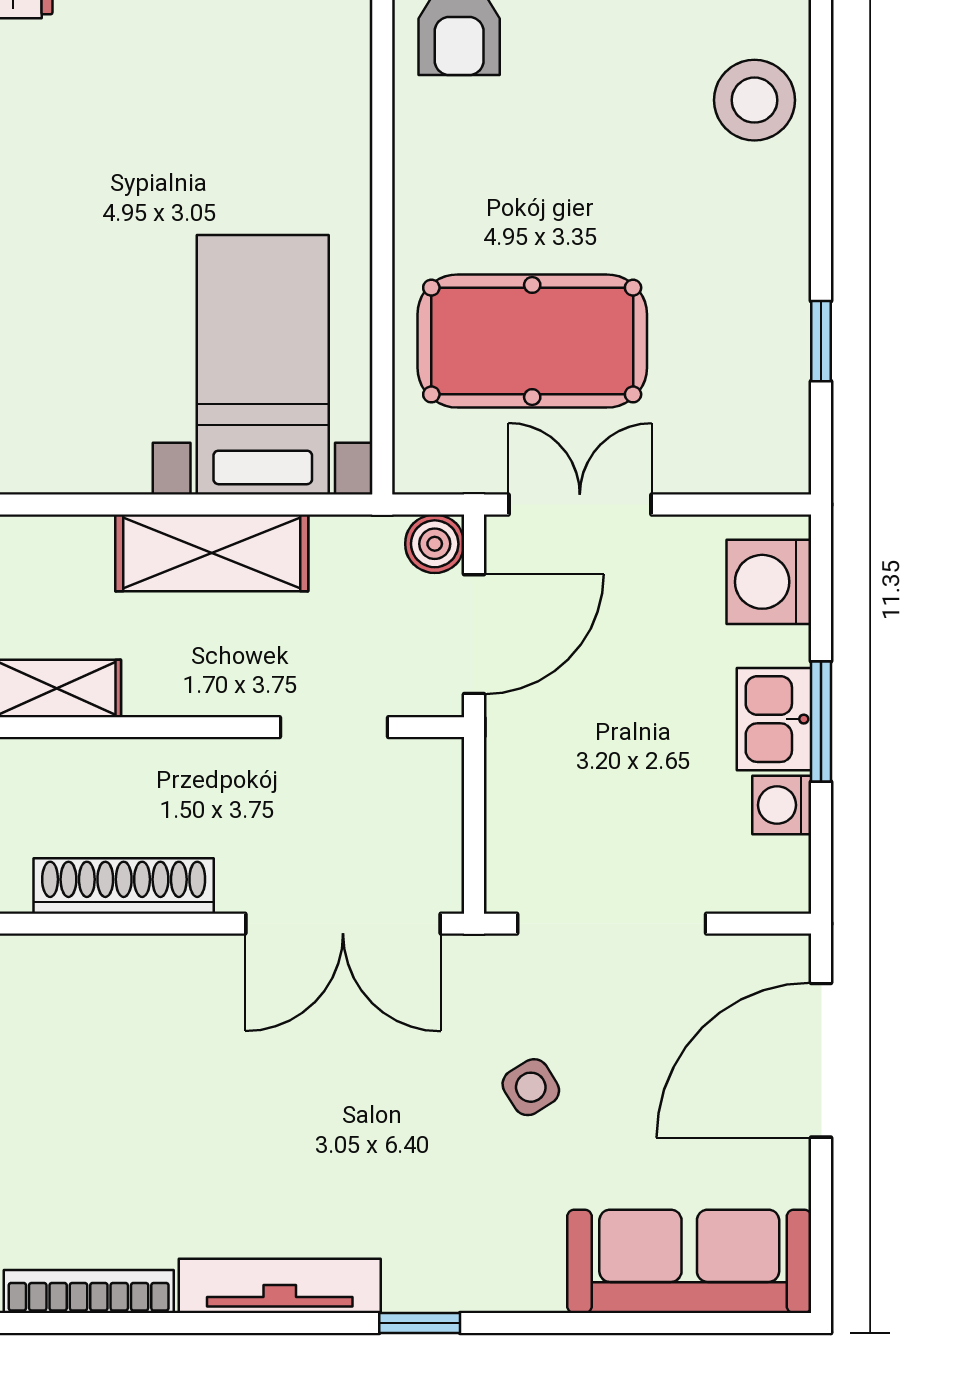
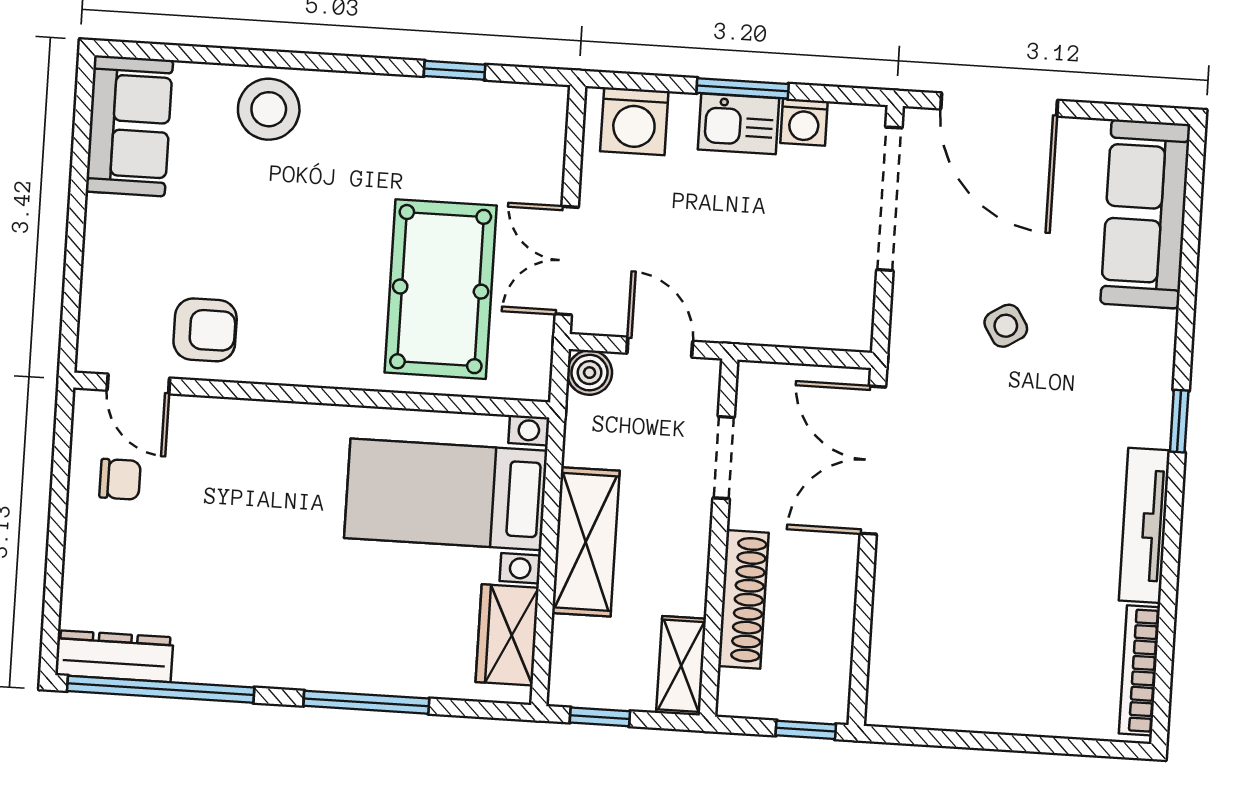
wardrobe: (83, 457) -> (507, 635), added
door: (474, 634) -> (660, 347), width x0.73
shoe rack: (124, 886) -> (743, 599), moved, turned 180
double door: (343, 924) -> (873, 460), swing flipped
doorway: (612, 924) -> (889, 199), moved

